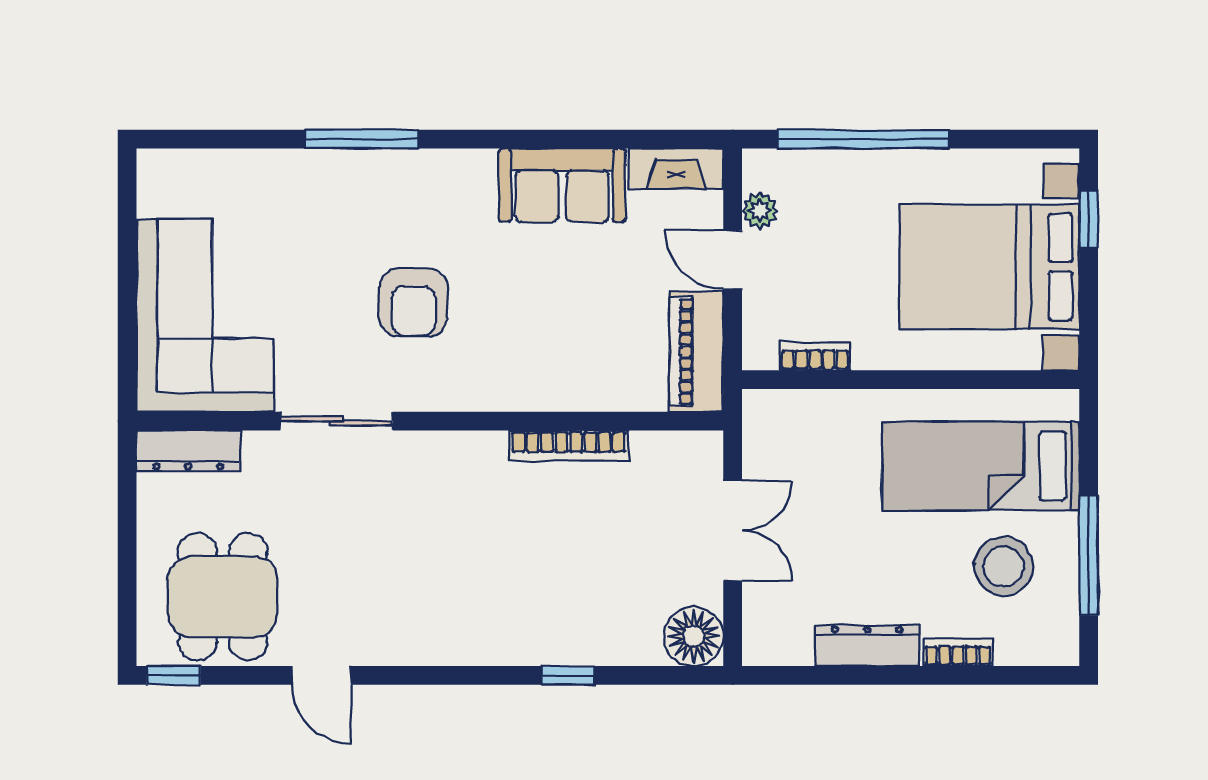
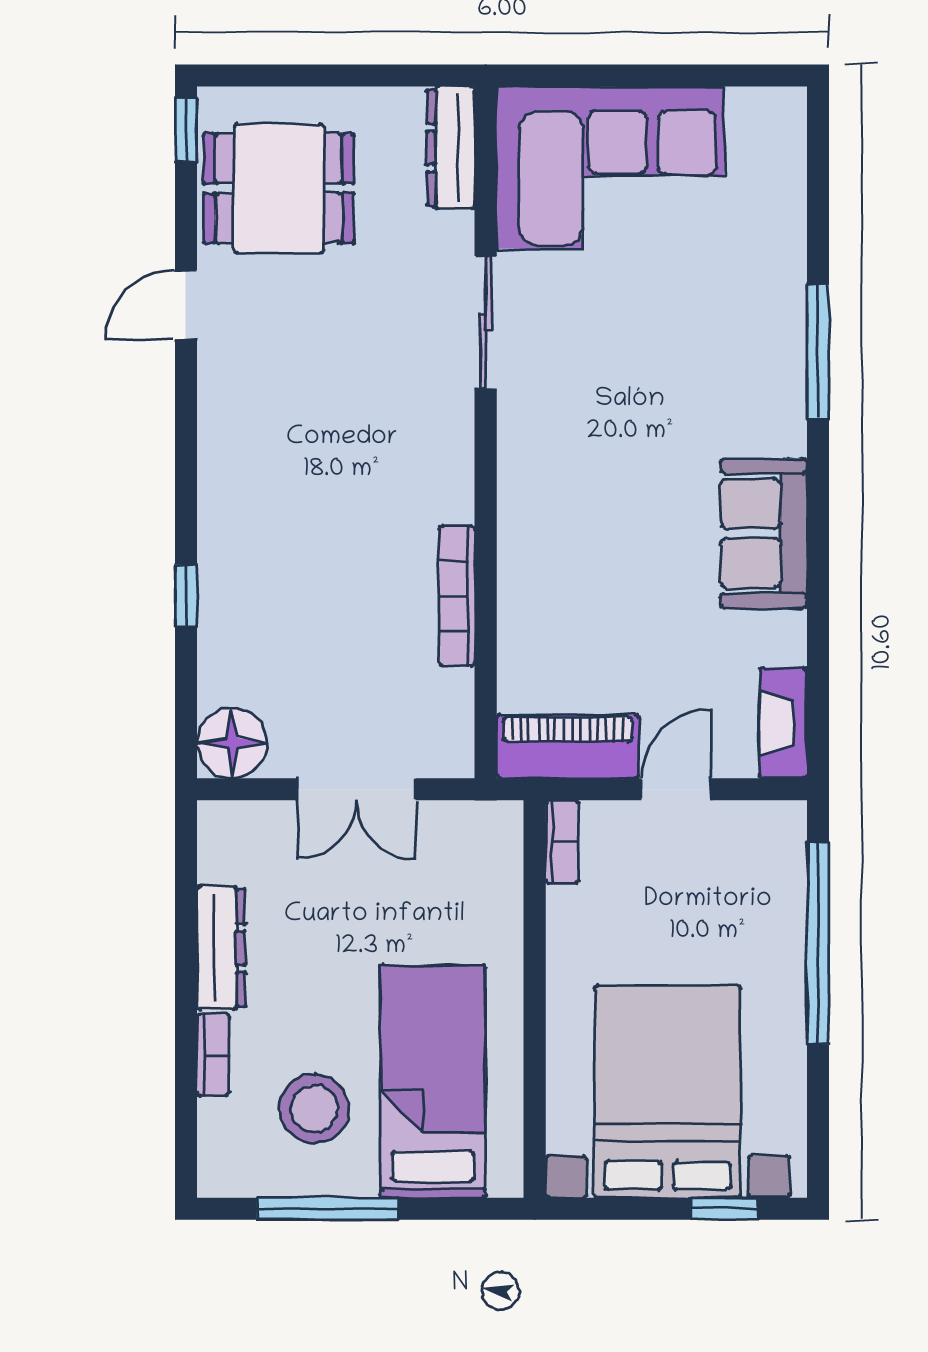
sofa: (562, 185) -> (764, 533), moved
plant: (760, 211) -> (734, 821), removed
armchair: (413, 302) -> (626, 413), removed
bookcase: (815, 356) -> (562, 842), moved

